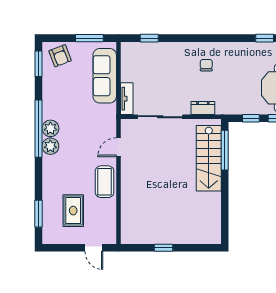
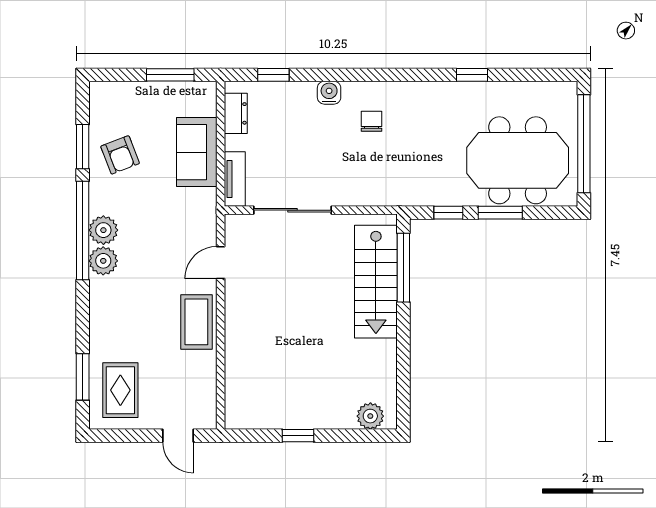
water cooler: (182, 49) -> (329, 93), added
armchair: (60, 56) -> (120, 155), moved
window: (38, 64) -> (83, 147), moved
sofa: (105, 76) -> (197, 152), width x0.73
dresser: (203, 108) -> (236, 113), moved, turned 90
rug: (73, 211) -> (120, 390), moved
plant: (205, 236) -> (370, 416), added

